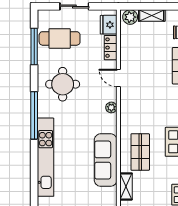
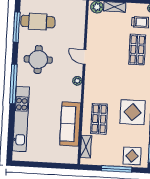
fridge: (109, 25) -> (79, 12), removed
locker: (111, 48) -> (79, 31), removed

